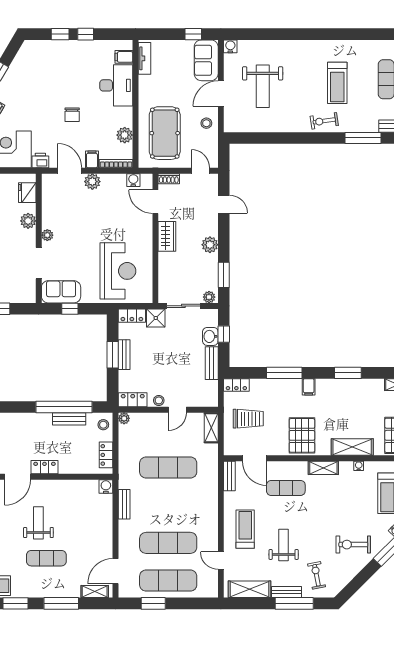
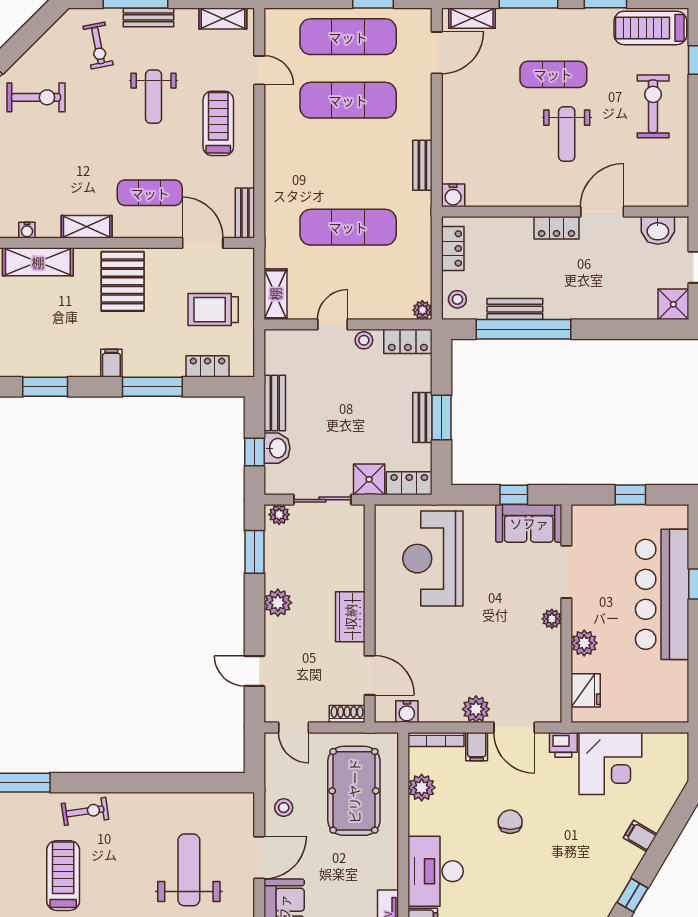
locker: (236, 385) -> (208, 366), moved
treadmill: (245, 529) -> (218, 123), turned 180
shelving: (249, 589) -> (223, 18), width x0.67, depth x0.75

